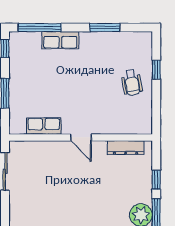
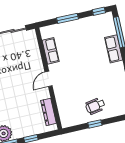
window: (156, 70) -> (95, 124), moved

